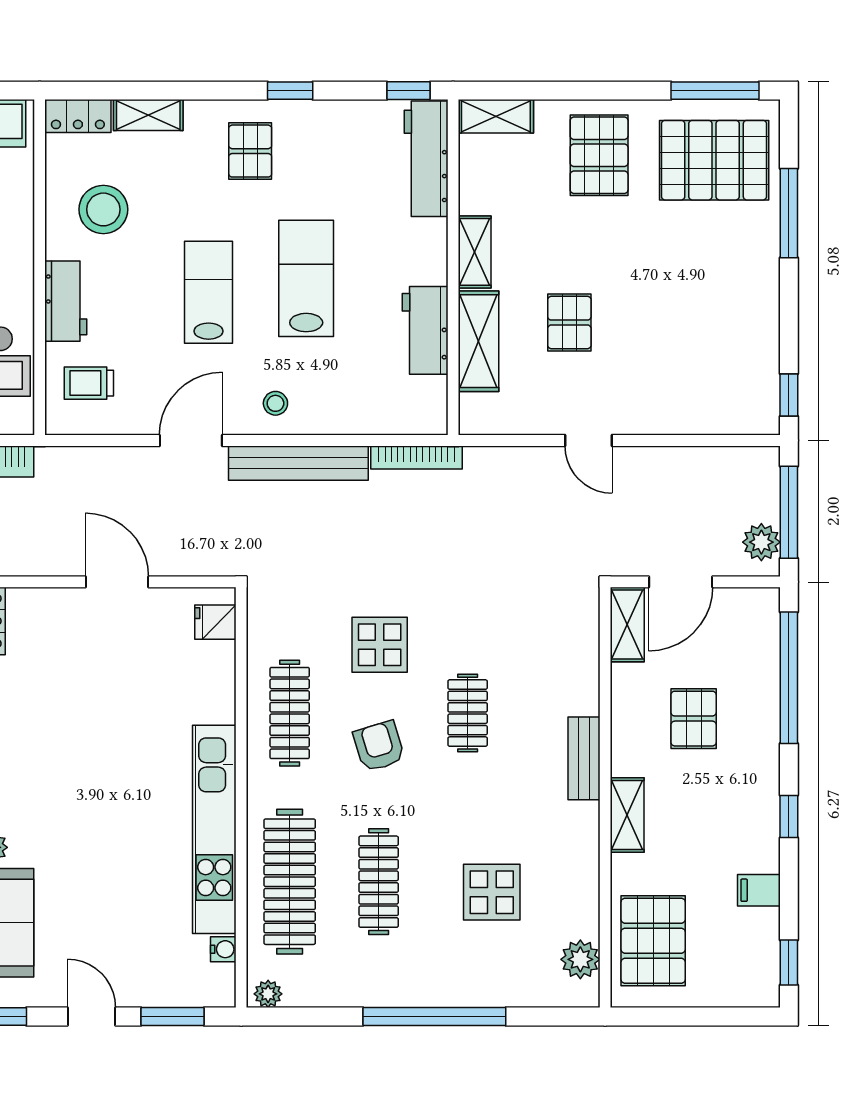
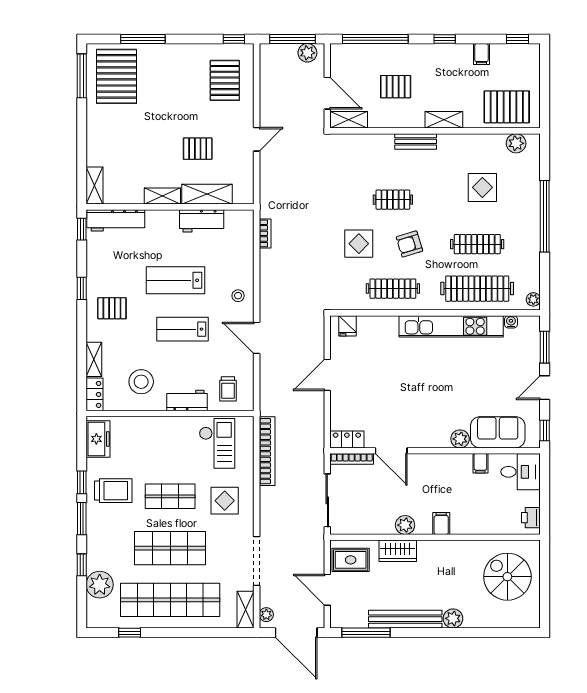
pallet: (599, 155) -> (225, 80), moved, turned 90
bookcase: (416, 457) -> (265, 233), width x0.64
bench: (298, 463) -> (268, 284), removed

